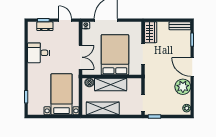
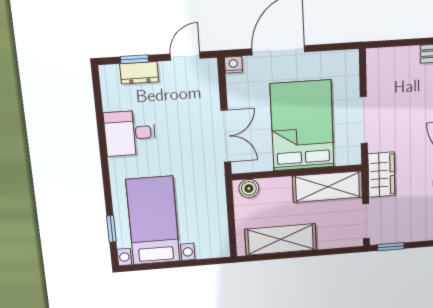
door: (65, 20) -> (185, 56), hinge flipped
wardrobe: (151, 32) -> (381, 175), moved
shelving: (111, 84) -> (328, 187), moved
bed with nightstands: (62, 94) -> (153, 221), moved

